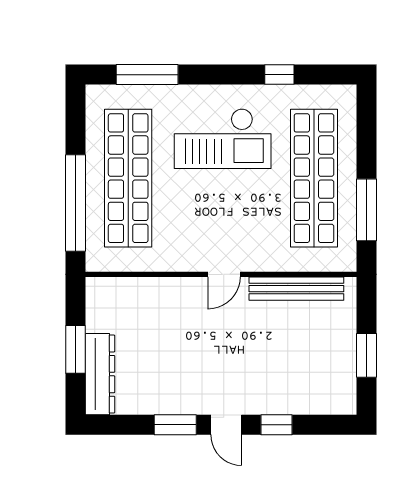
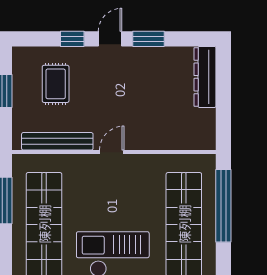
window: (76, 349) -> (223, 96), removed
rug: (299, 365) -> (56, 84), added
door: (226, 425) -> (110, 39), hinge flipped

